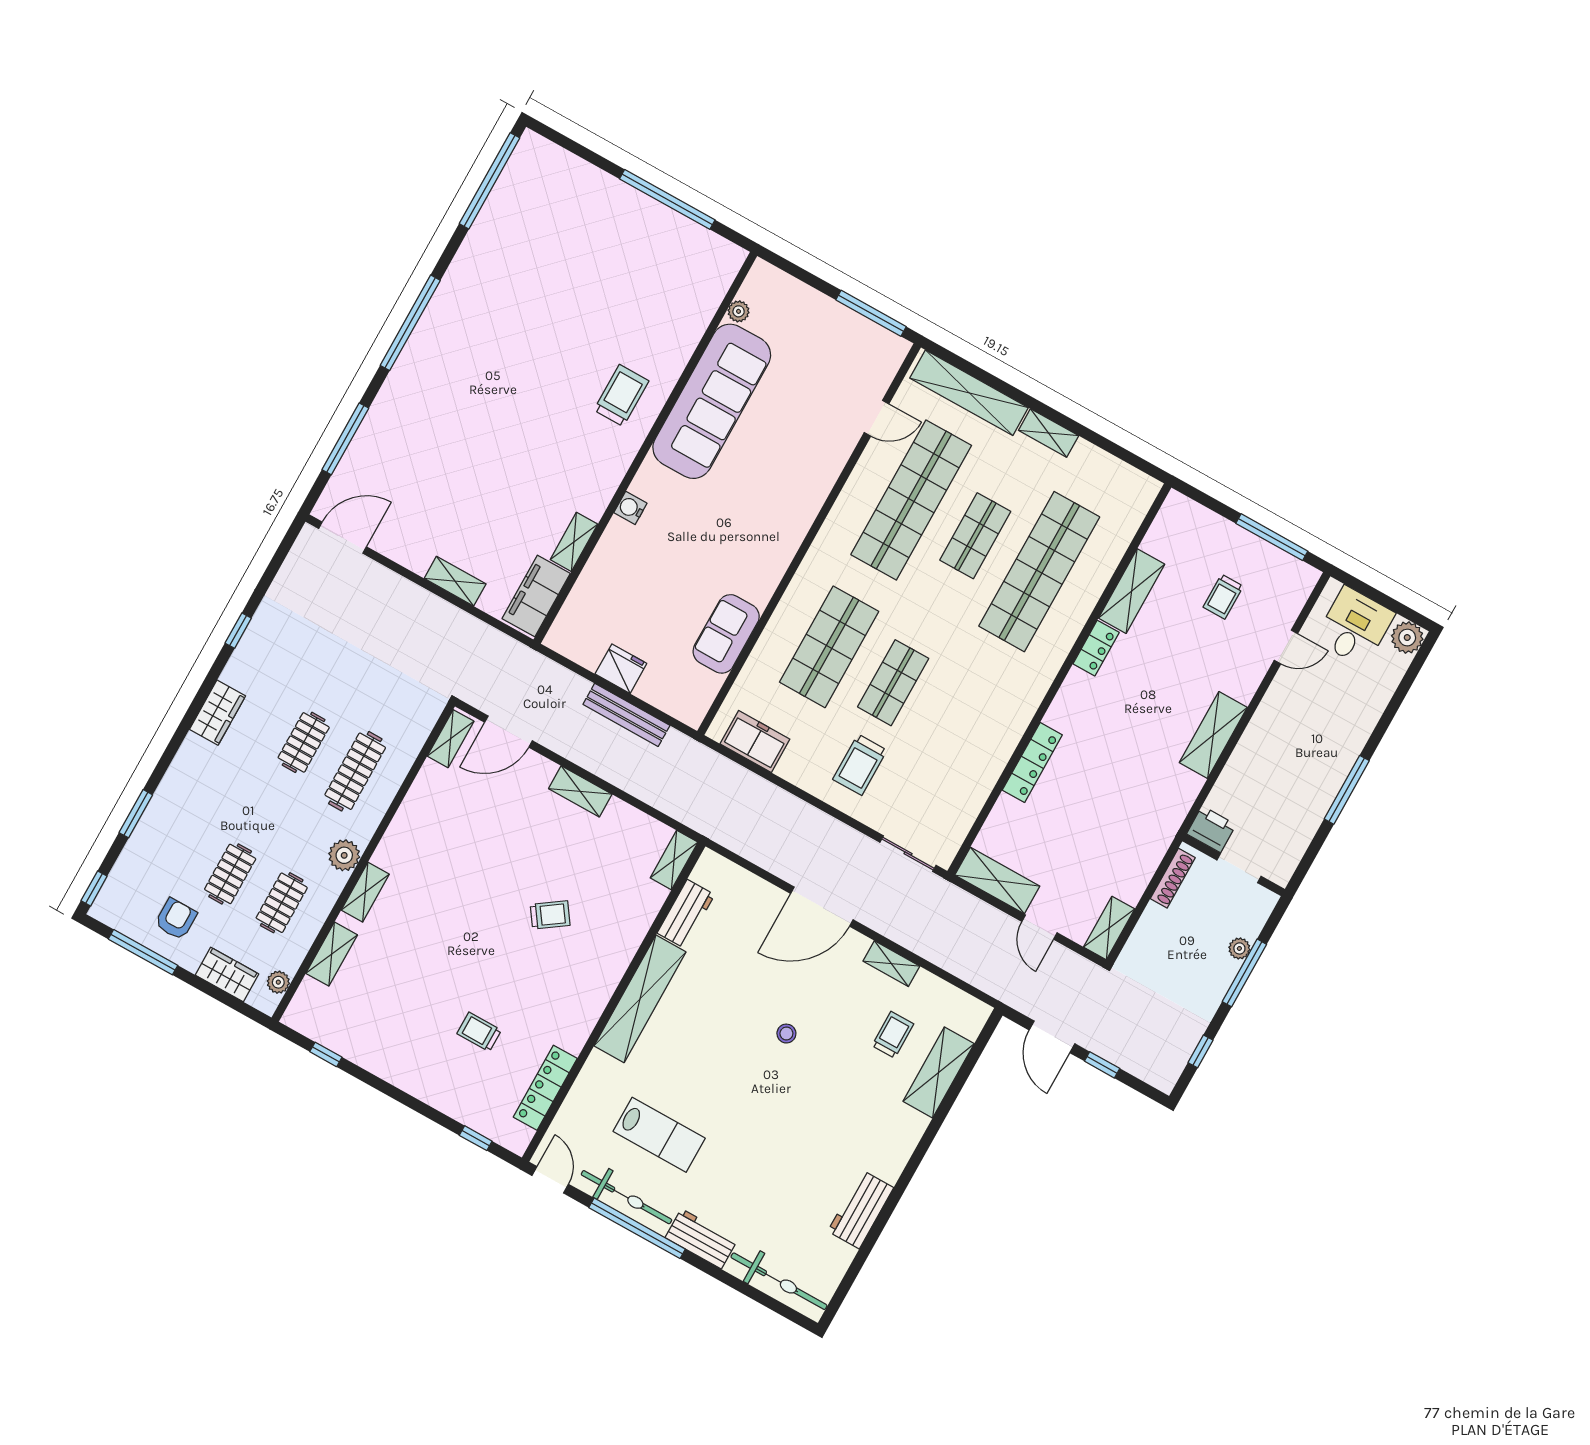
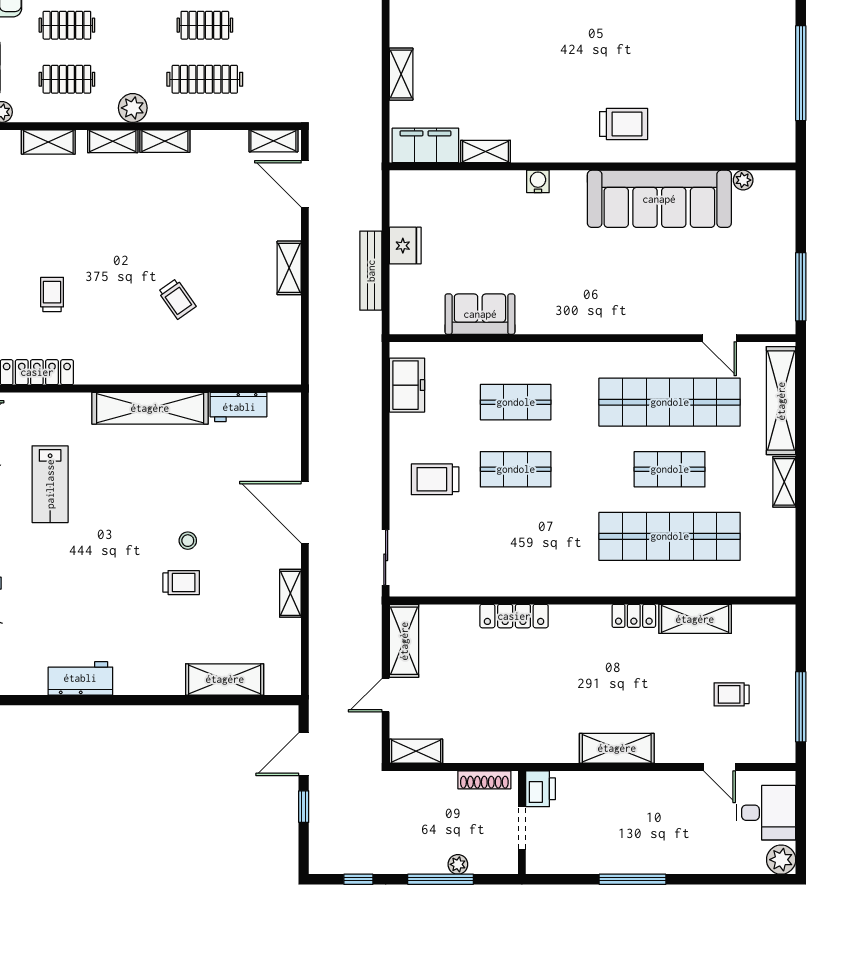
shop shelf: (829, 647) -> (516, 402), width x0.70, depth x0.74
shelving: (674, 860) -> (165, 141), moved
trolley: (893, 1035) -> (181, 583), moved

